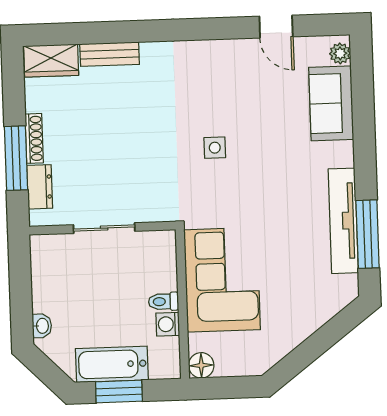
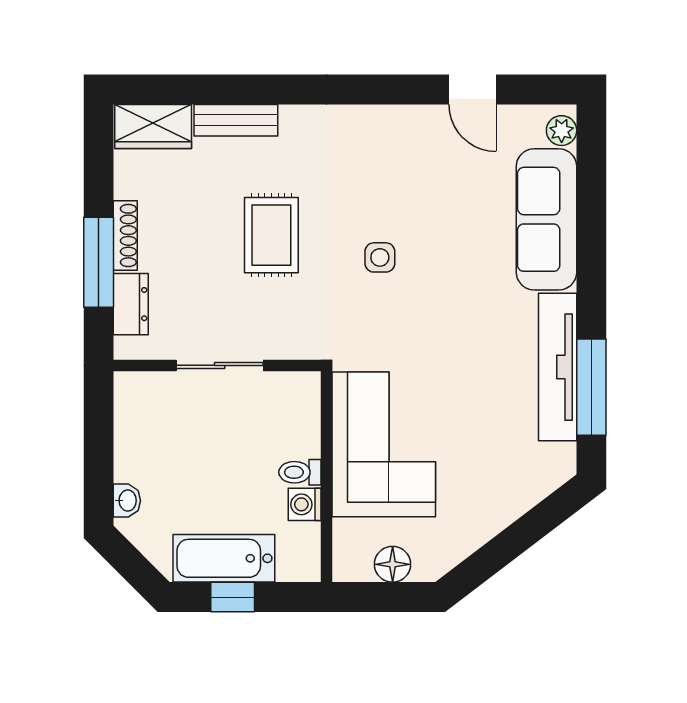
sofa: (331, 103) -> (546, 219), width x1.36
rug: (138, 135) -> (271, 235), added
floor lamp: (201, 365) -> (393, 564), moved
window: (119, 391) -> (233, 597), width x0.67

